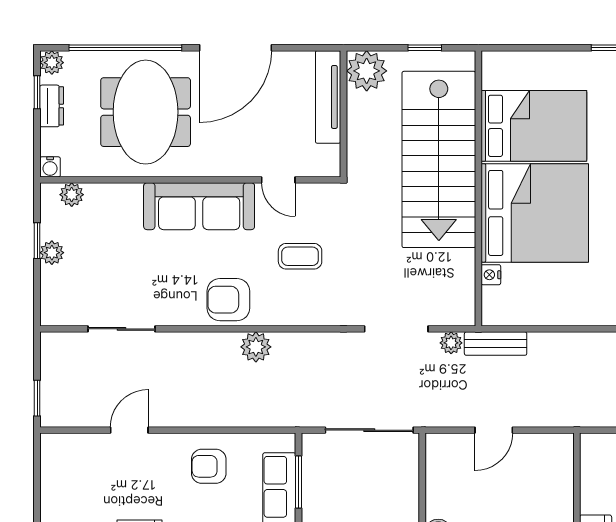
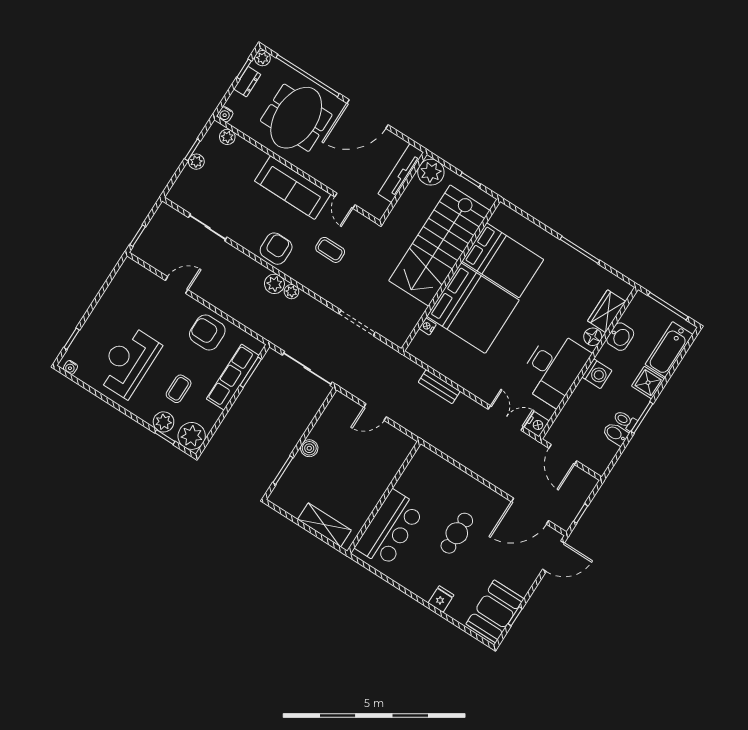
armchair: (228, 300) -> (276, 249), turned 90
plant: (451, 343) -> (291, 292), moved
bench: (496, 344) -> (439, 387), moved
armchair: (209, 466) -> (207, 332), width x1.38, depth x1.38

